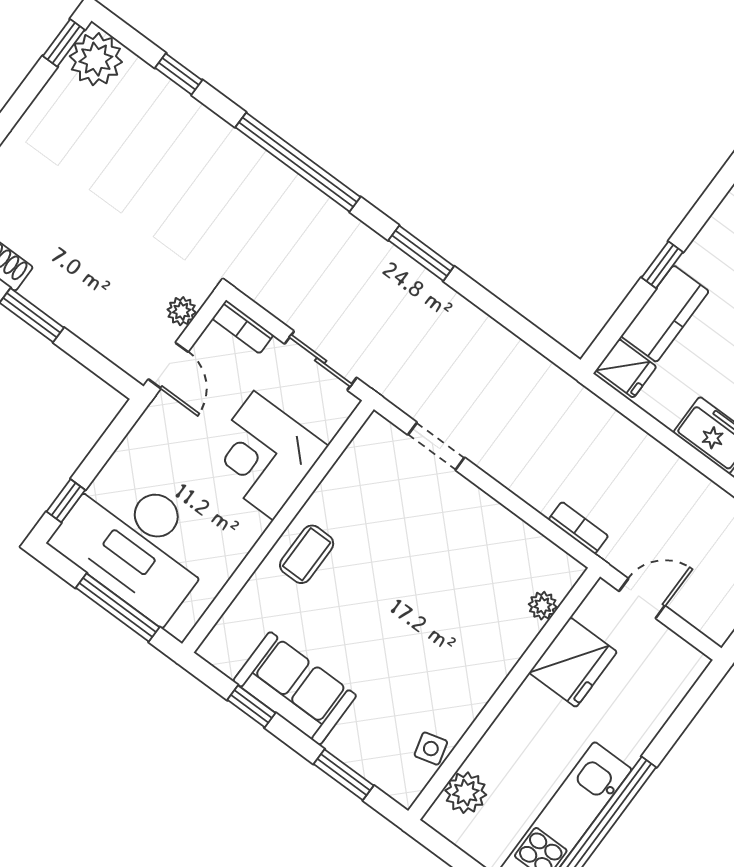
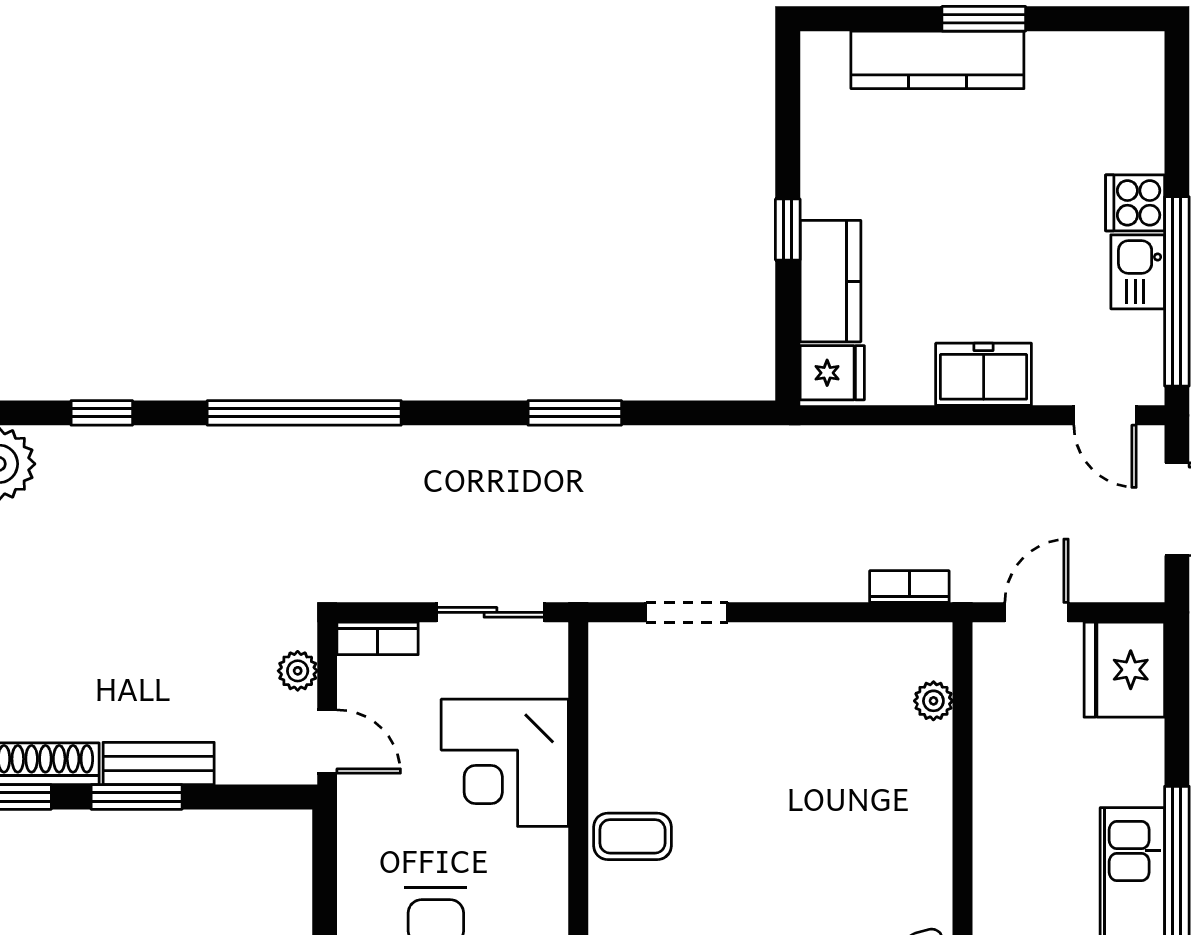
window: (421, 253) -> (575, 413), moved
bench: (59, 305) -> (159, 764), added
coffee table: (307, 554) -> (632, 836), turned 90
fridge: (573, 662) -> (1124, 670), moved, turned 180

